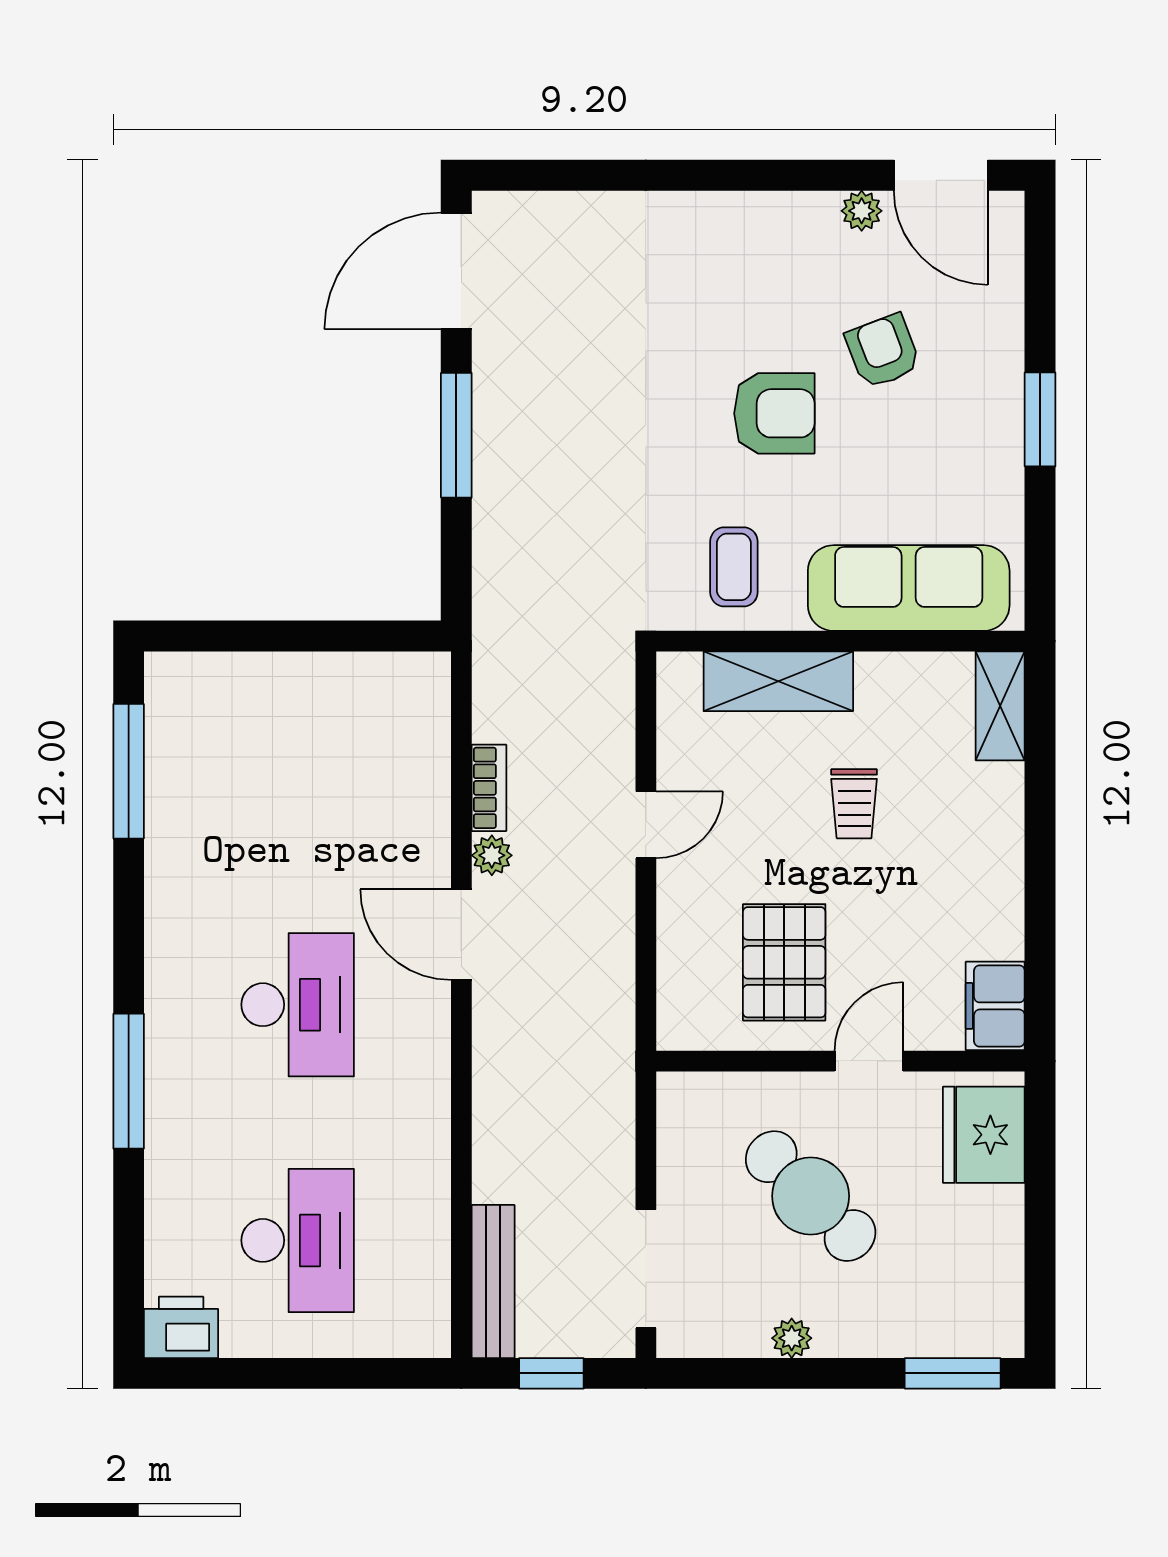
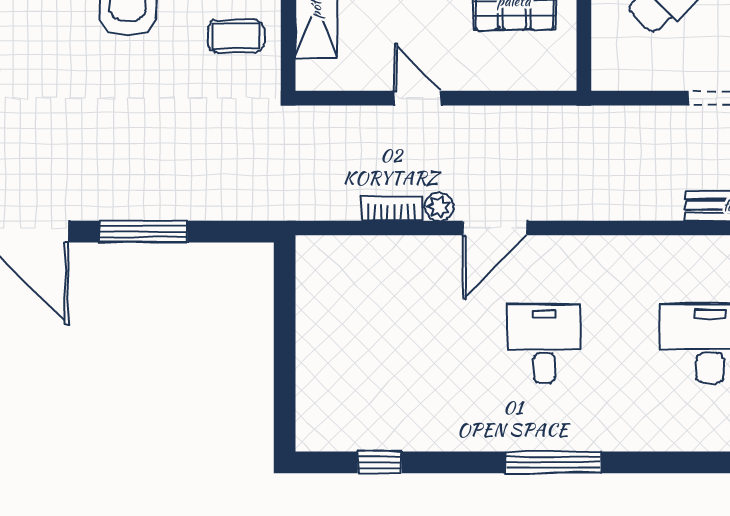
window: (129, 771) -> (380, 462), width x0.46
desk: (298, 1005) -> (544, 343), width x0.73
window: (129, 1081) -> (553, 462), moved

